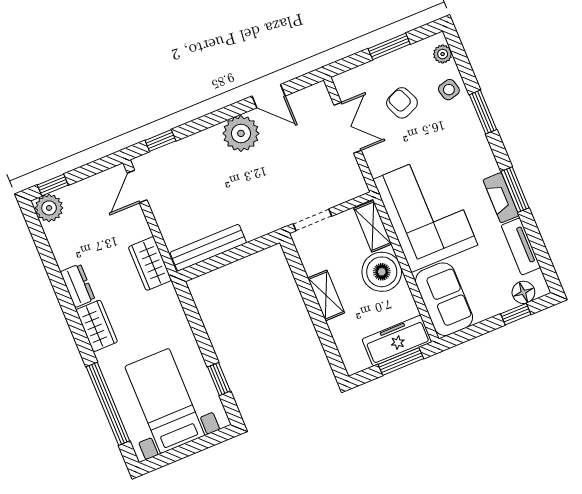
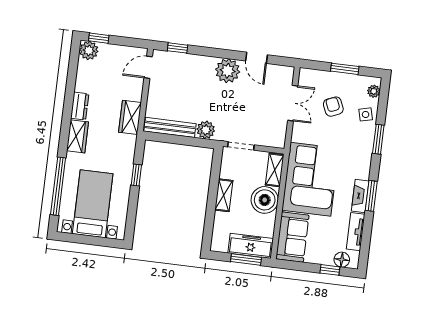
plant: (256, 225) -> (206, 130), added
window: (219, 379) -> (136, 175), moved

